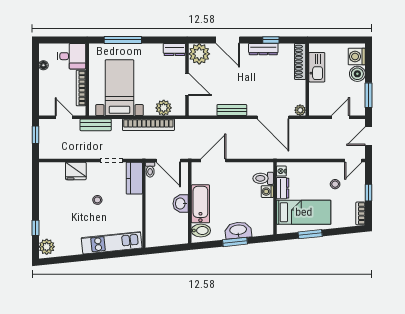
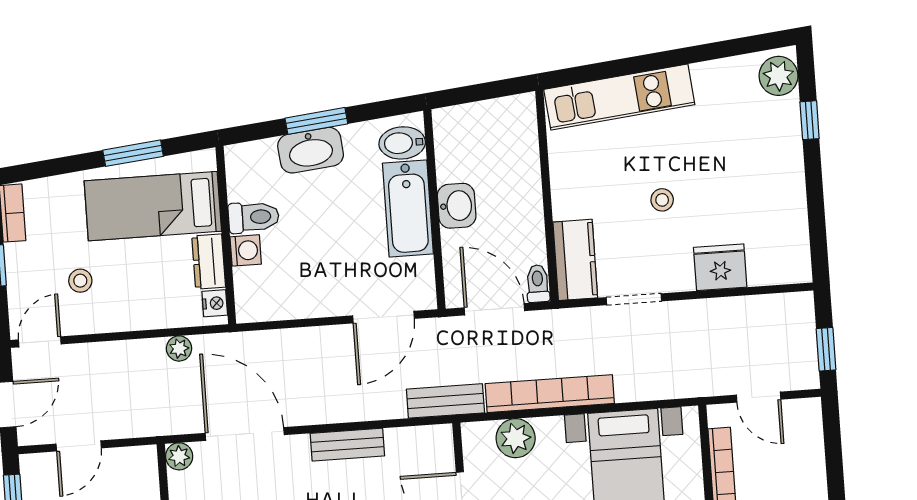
bench: (96, 125) -> (445, 401), moved
plant: (297, 154) -> (179, 348), added
toilet: (263, 178) -> (254, 217), moved

